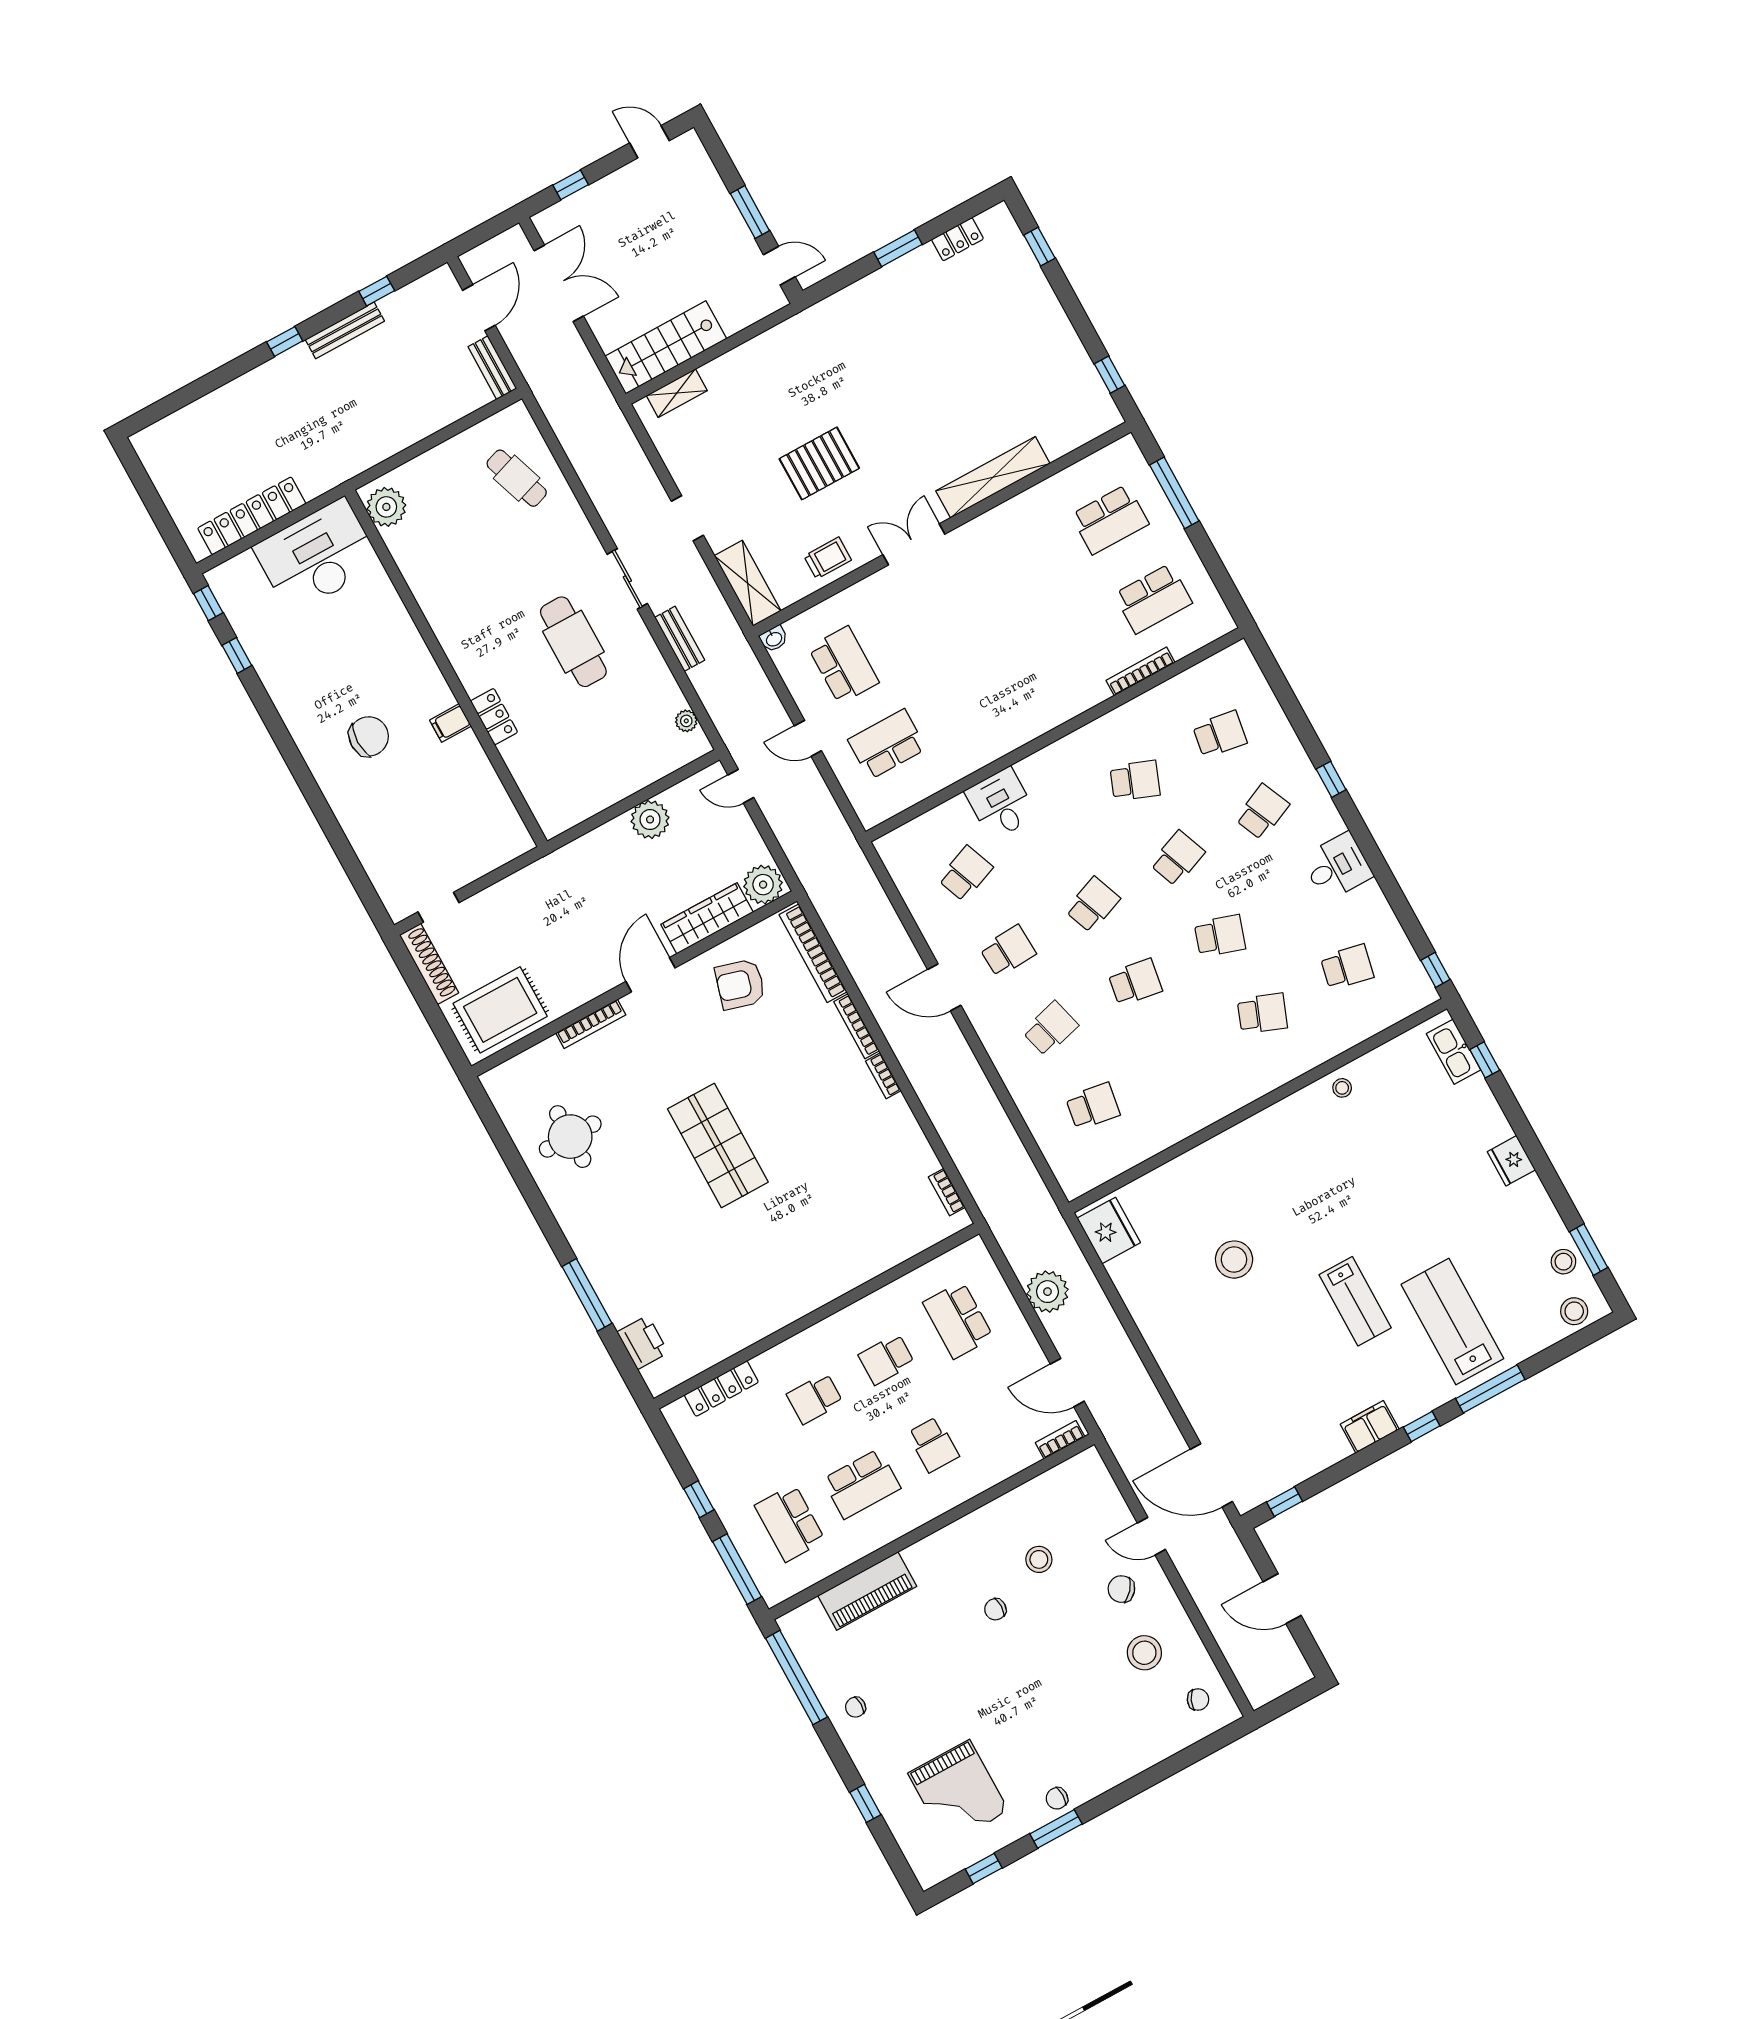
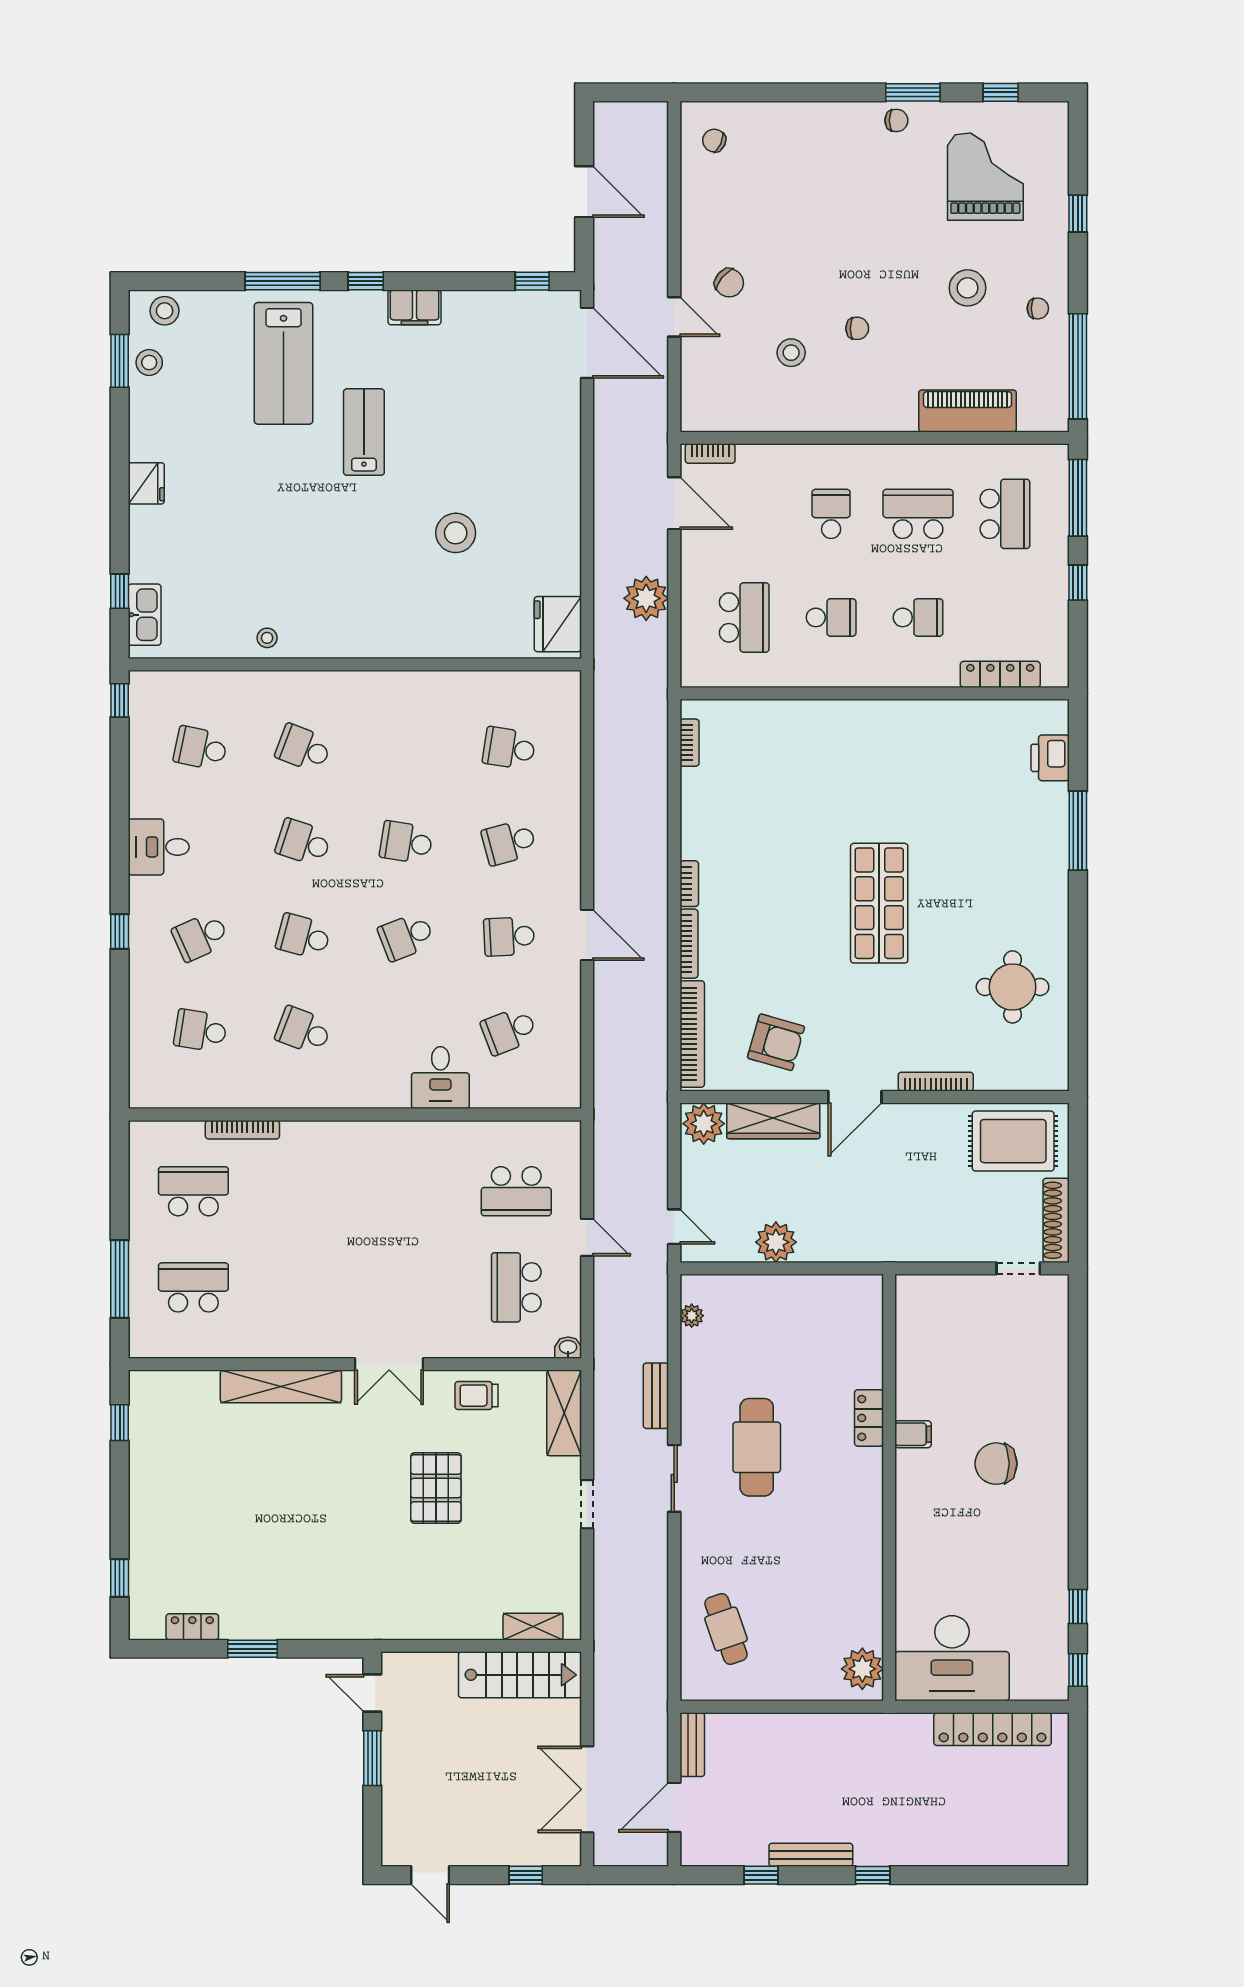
pallet: (819, 463) -> (436, 1488), turned 90
school desk: (1177, 858) -> (303, 936), turned 36
stool: (1144, 1653) -> (968, 288), moved

